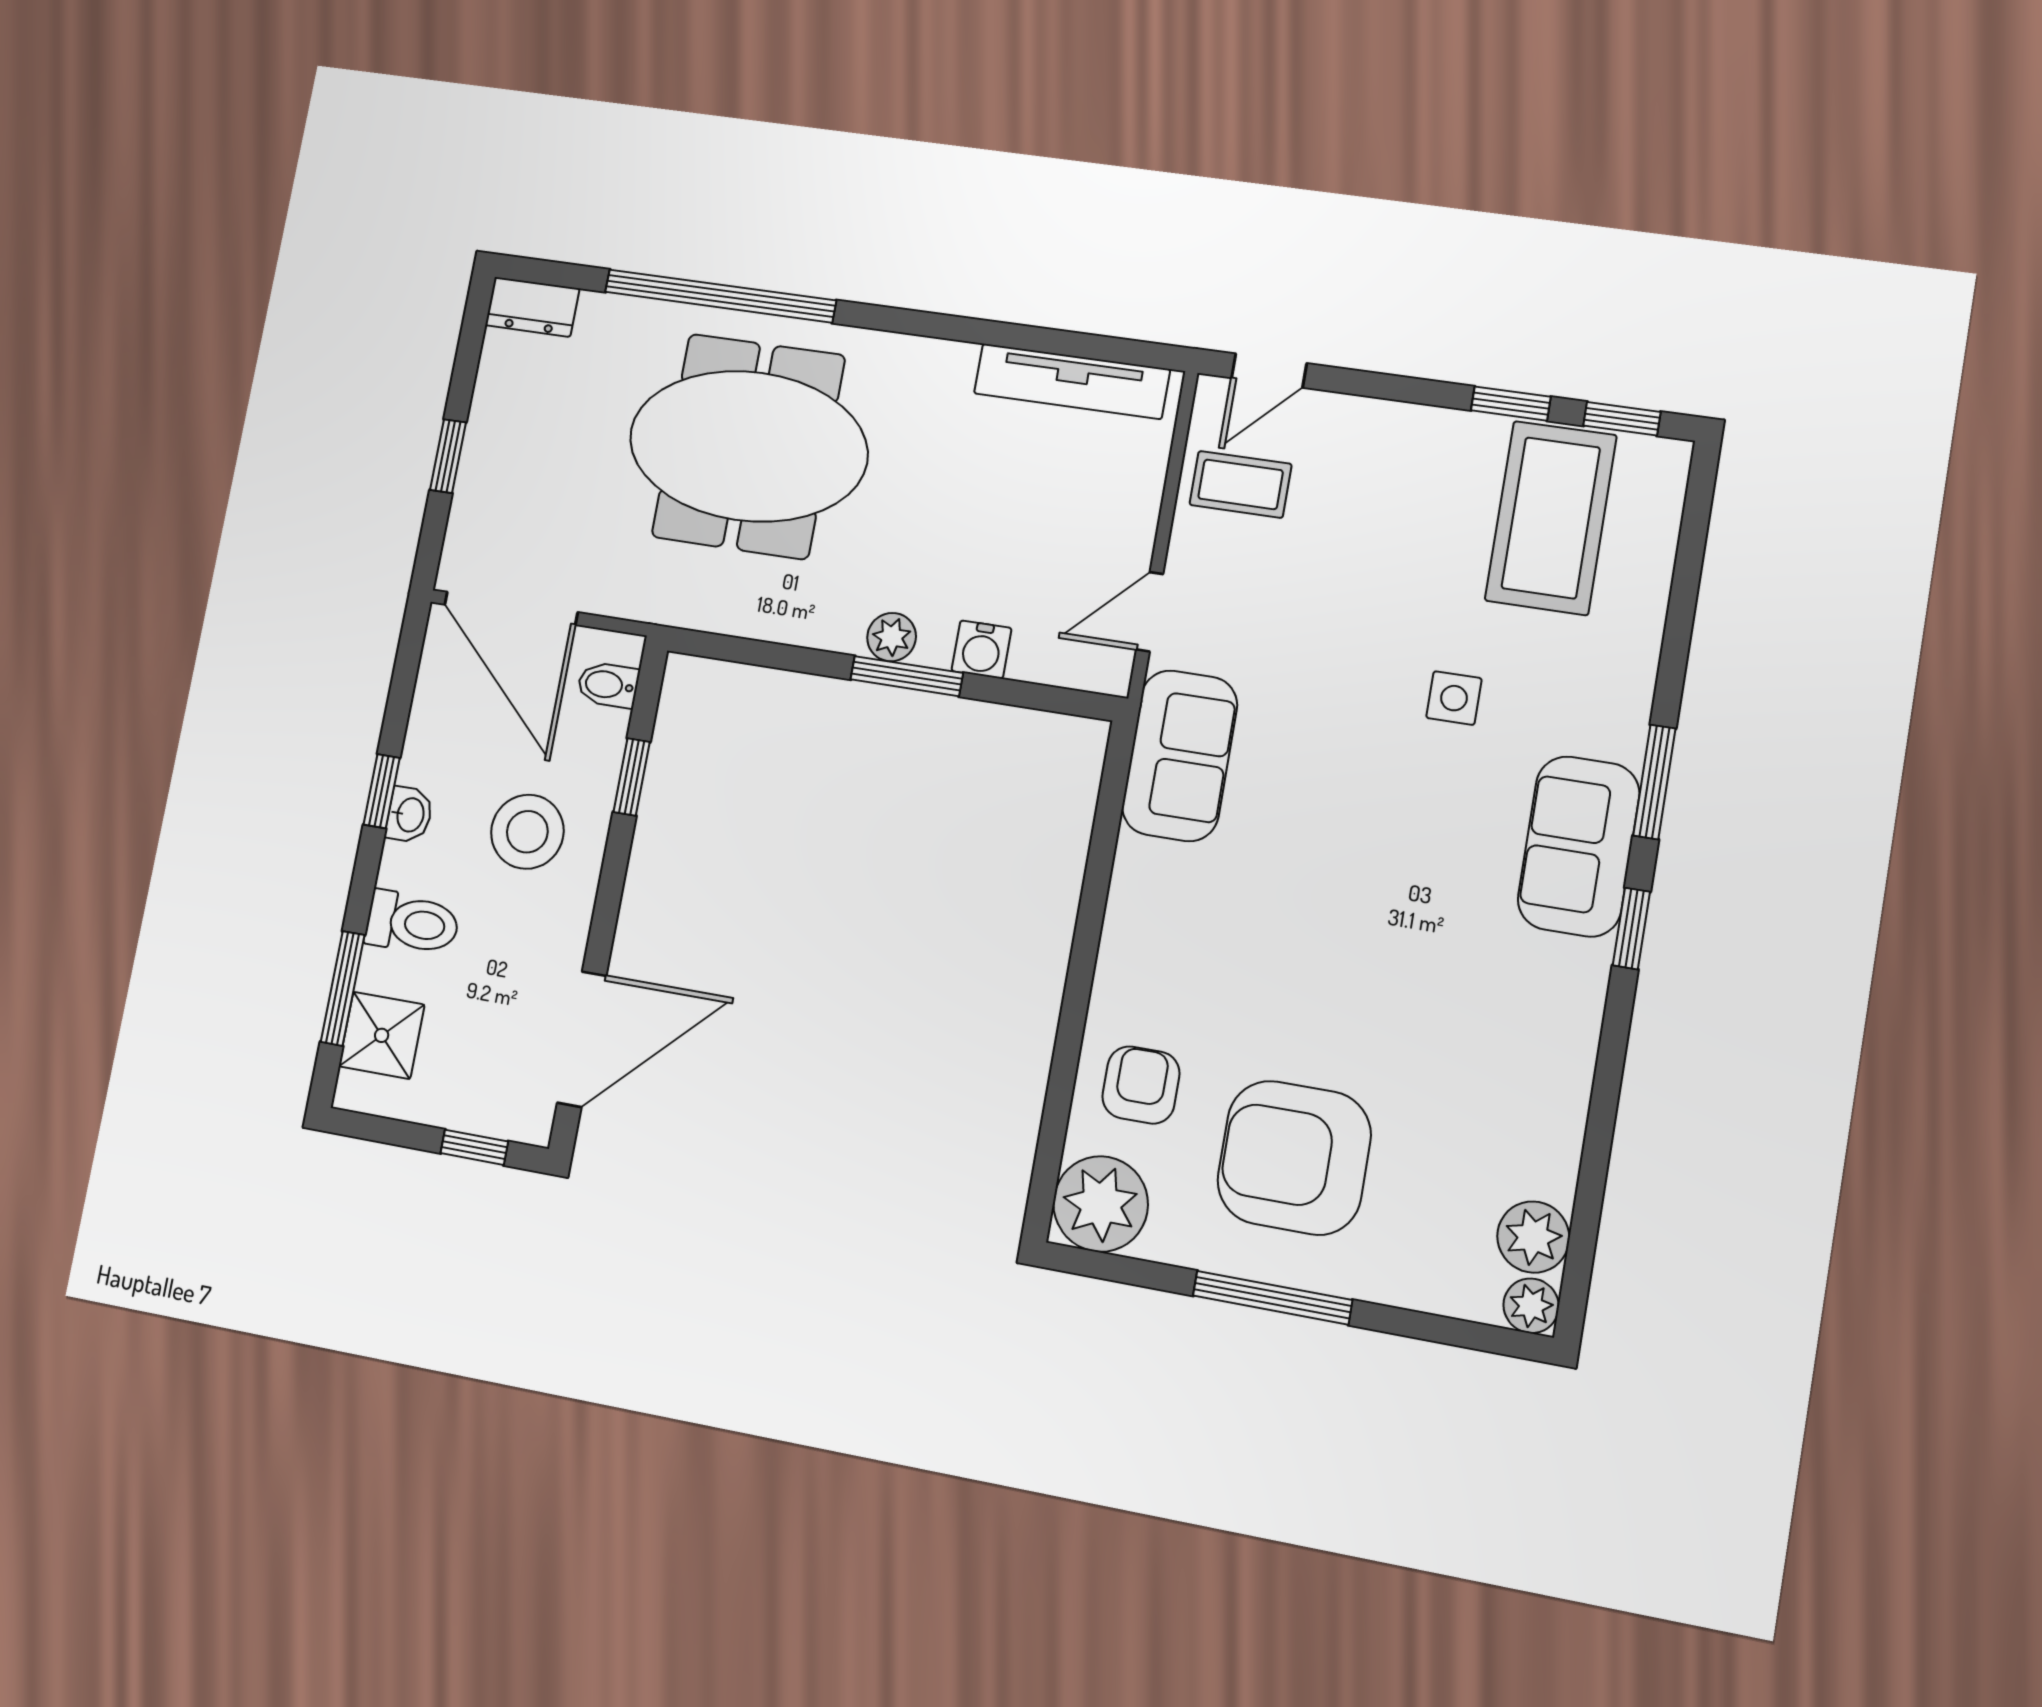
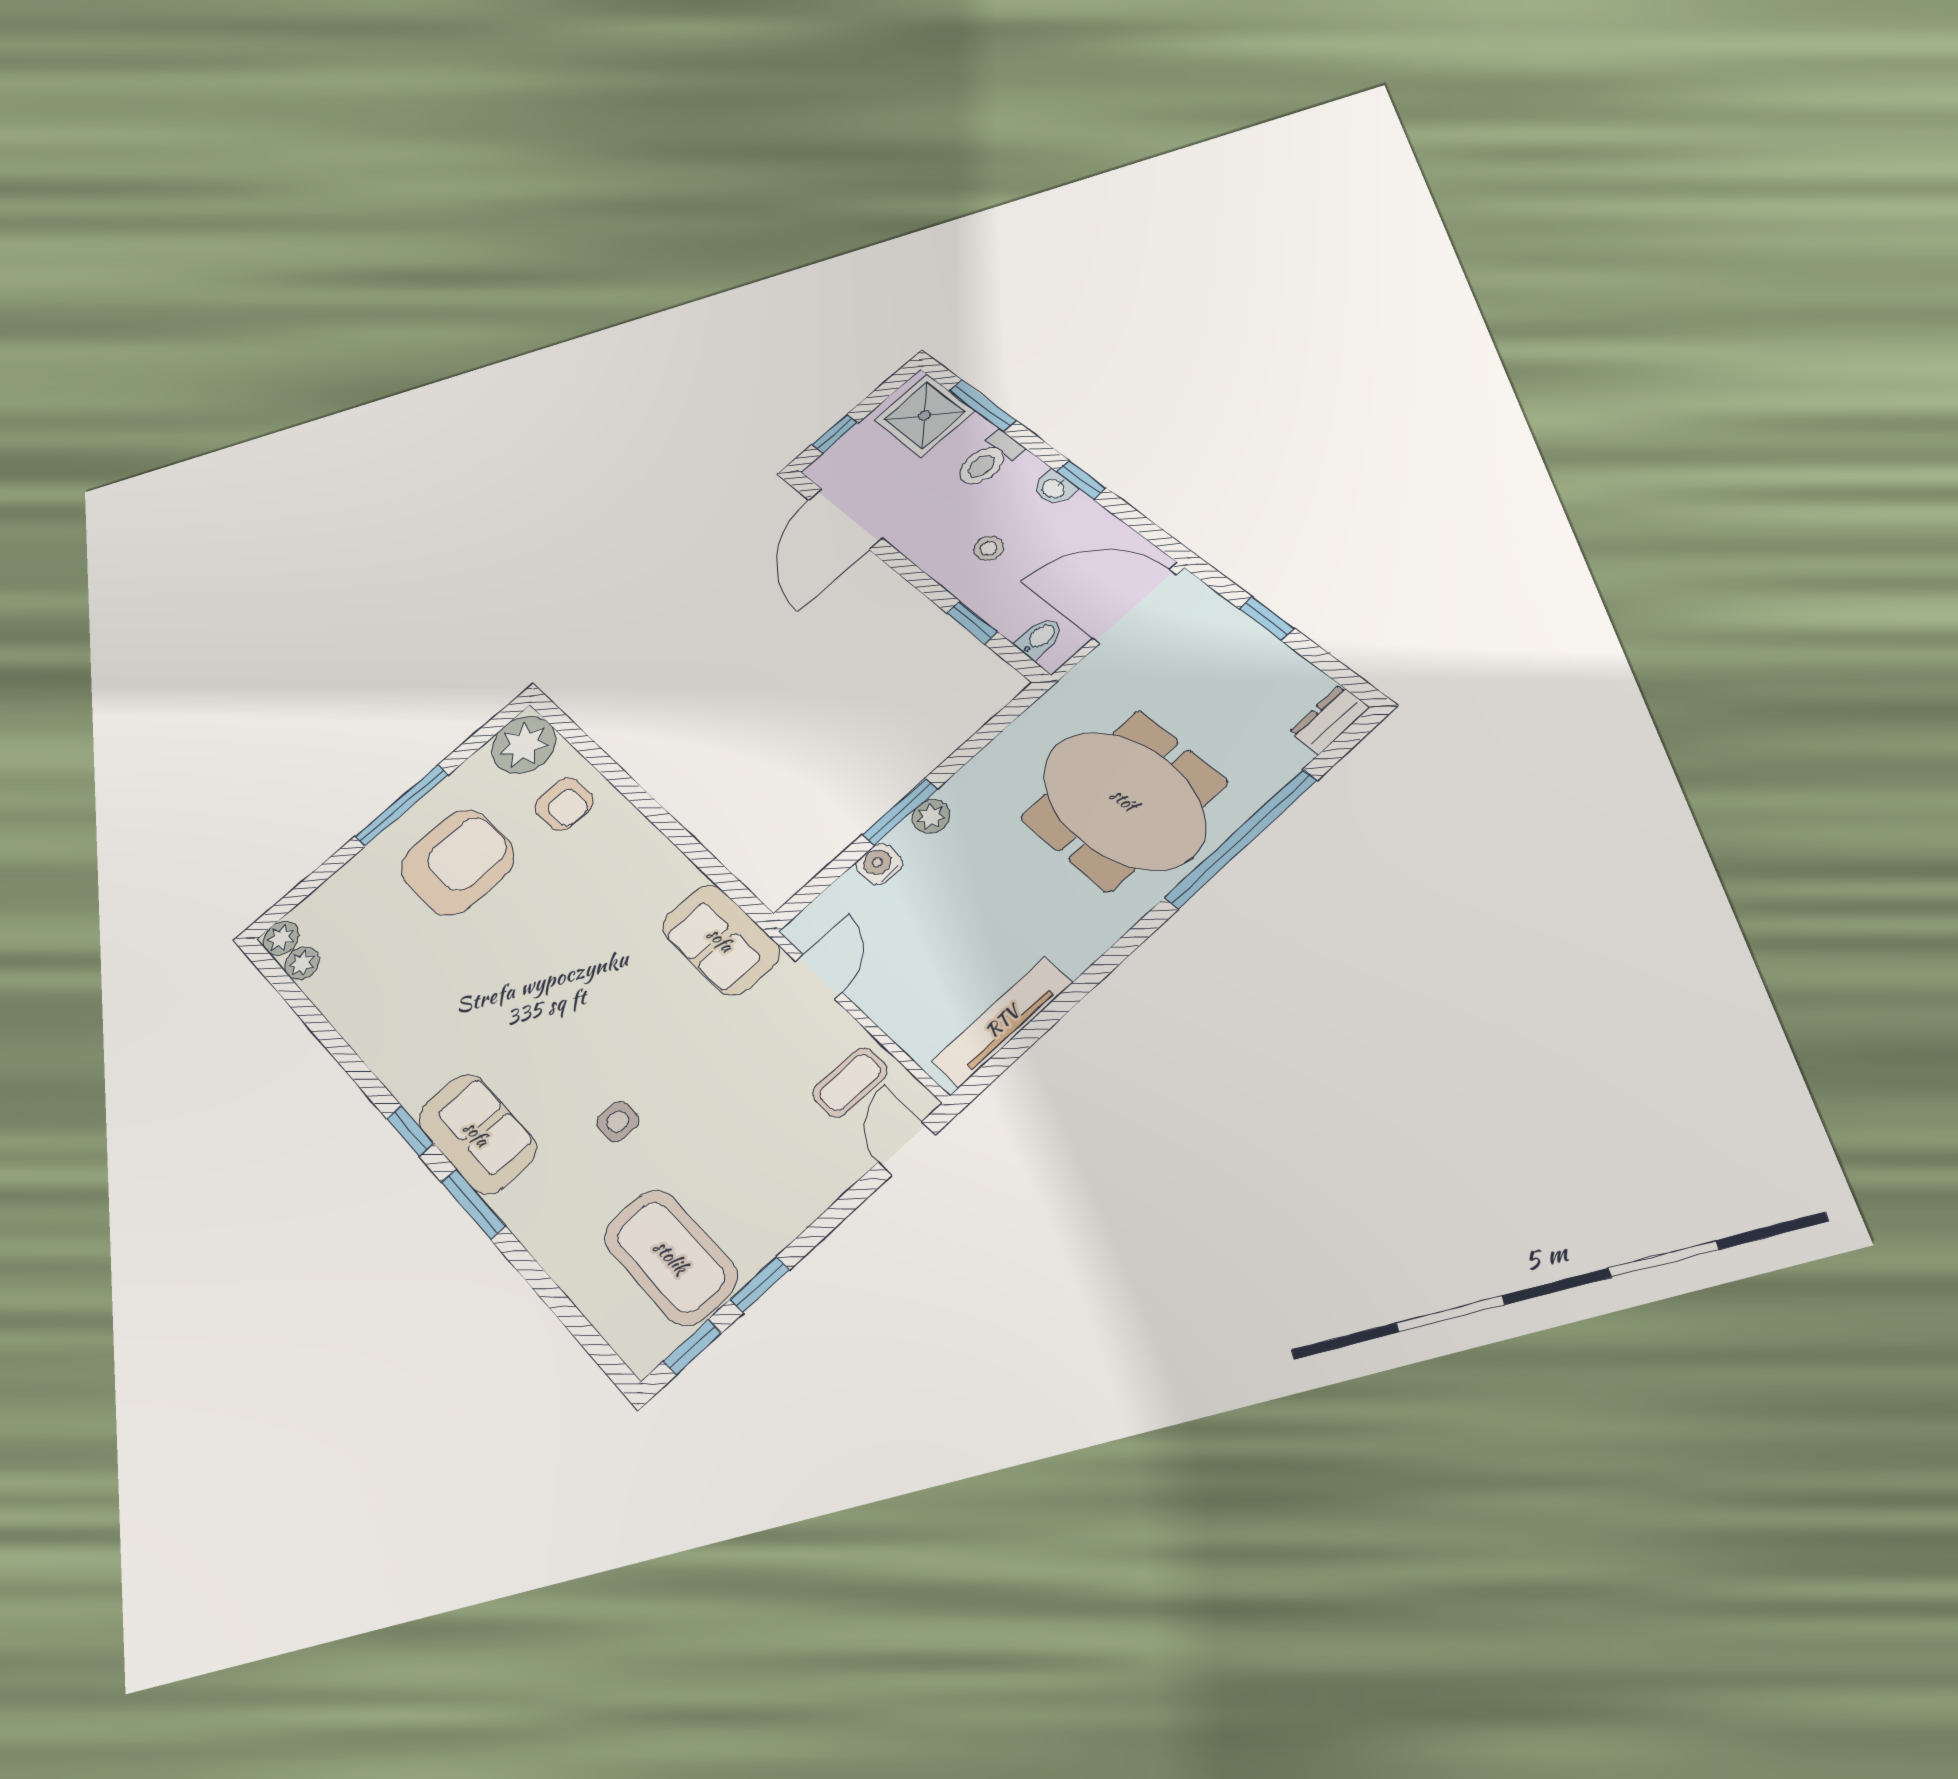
meeting table: (748, 446) -> (1124, 800), turned 90
stool: (527, 832) -> (989, 548), width x0.53, depth x0.53
shower: (382, 1035) -> (924, 415), width x1.36, depth x1.36
plant: (1533, 1237) -> (302, 963), width x0.73, depth x0.73

